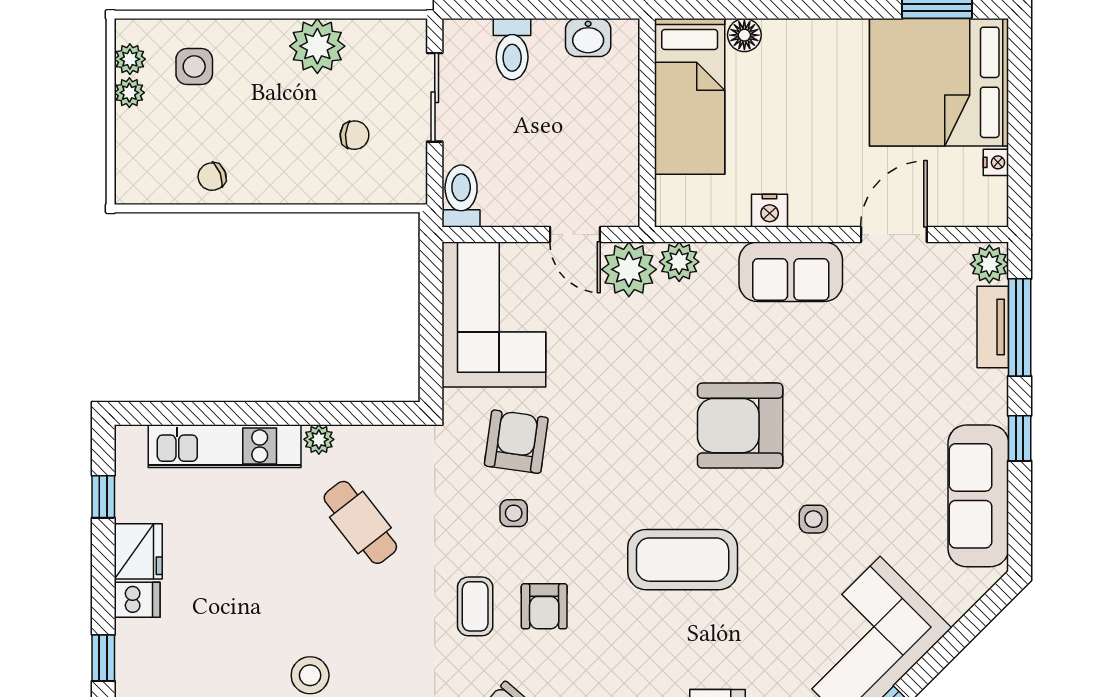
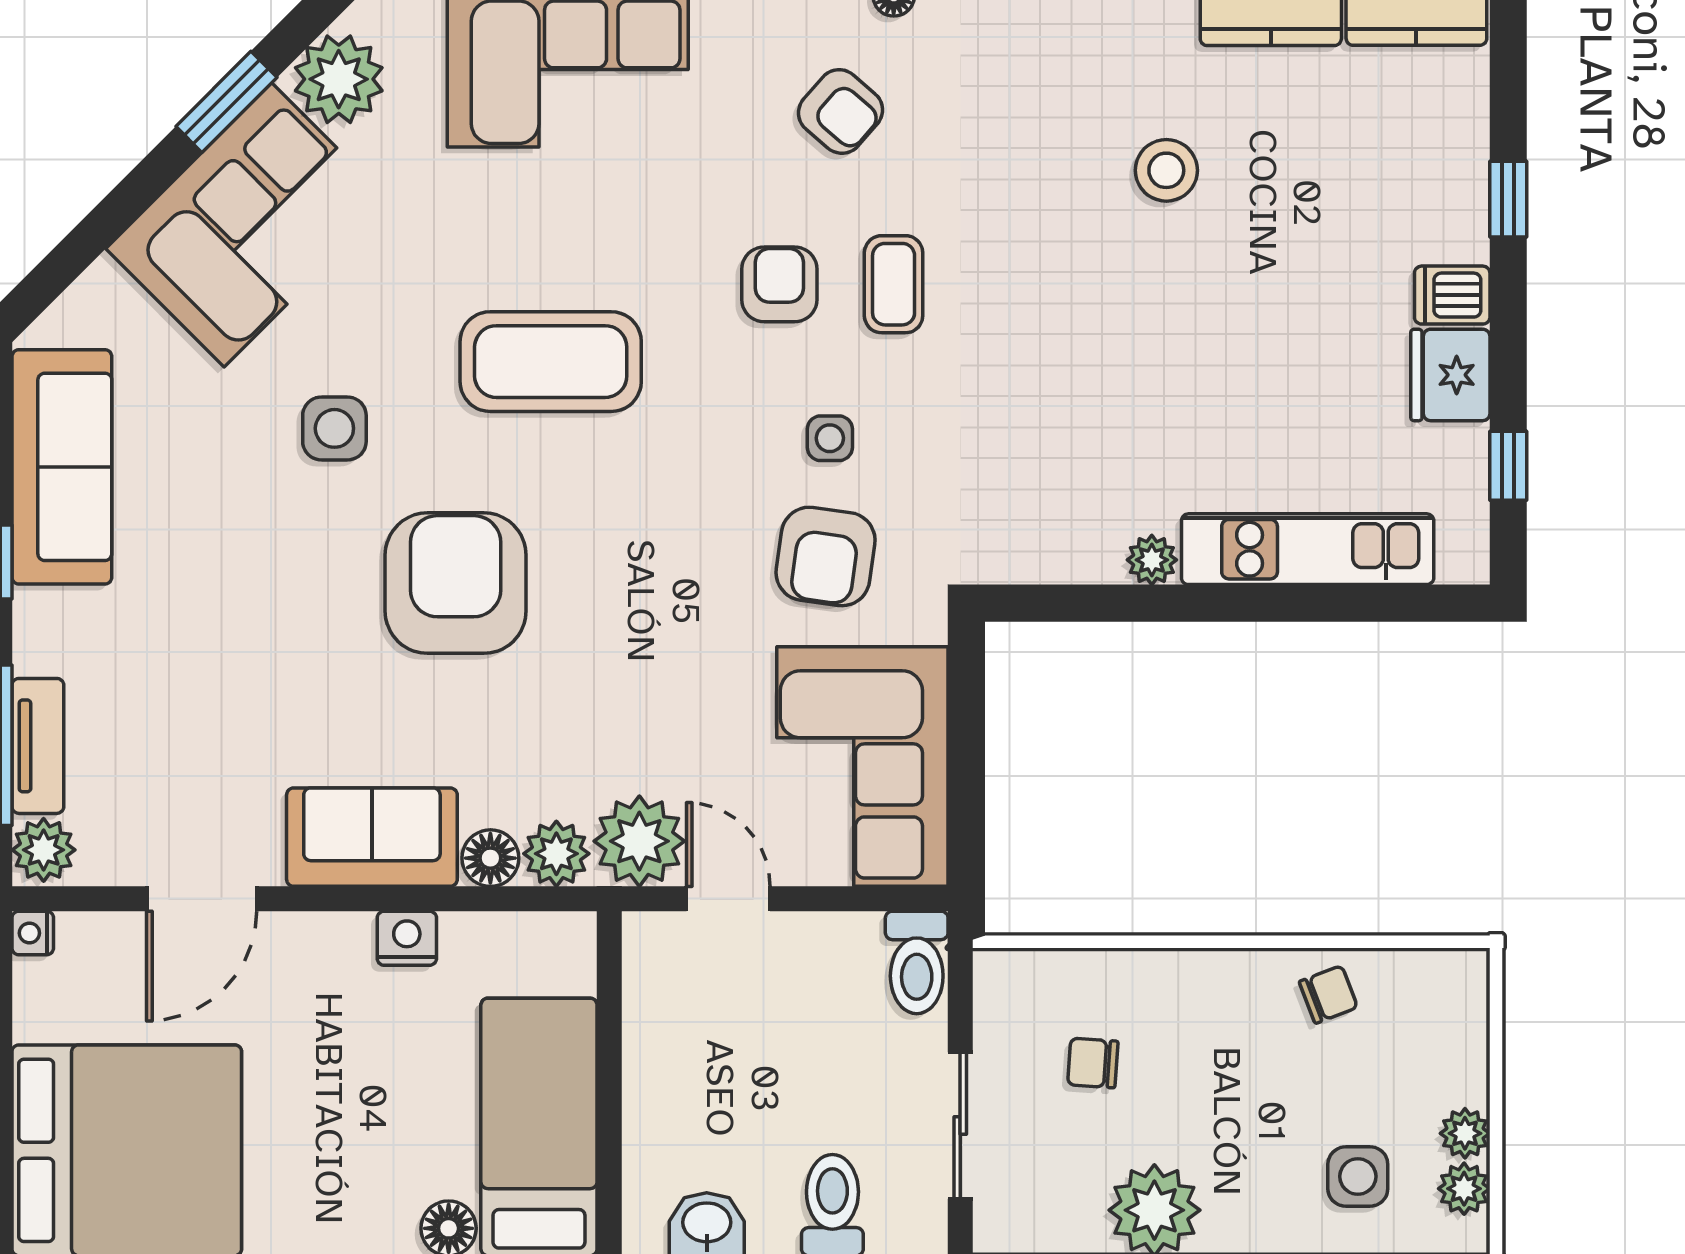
nightstand: (996, 162) -> (33, 933), moved
floor lamp: (719, 259) -> (490, 858), added
armchair: (740, 426) -> (456, 583), turned -90
side table: (813, 519) -> (334, 428), width x1.37, depth x1.37
cafe table: (360, 522) -> (1083, 423), removed

